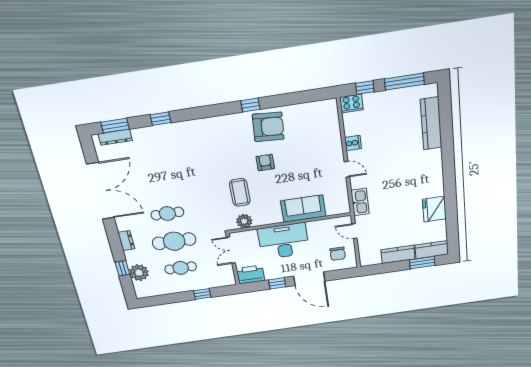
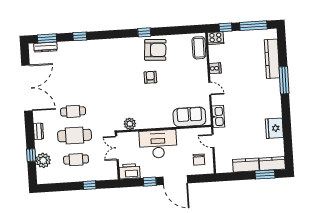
window: (447, 150) -> (284, 80), added
coffee table: (240, 192) -> (199, 48), moved
sofa: (303, 209) -> (189, 117), moved

